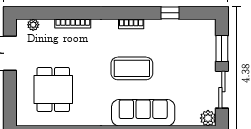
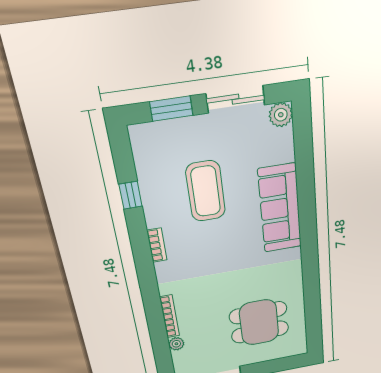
plant: (33, 25) -> (176, 344), moved
coffee table: (132, 68) -> (206, 191), moved

